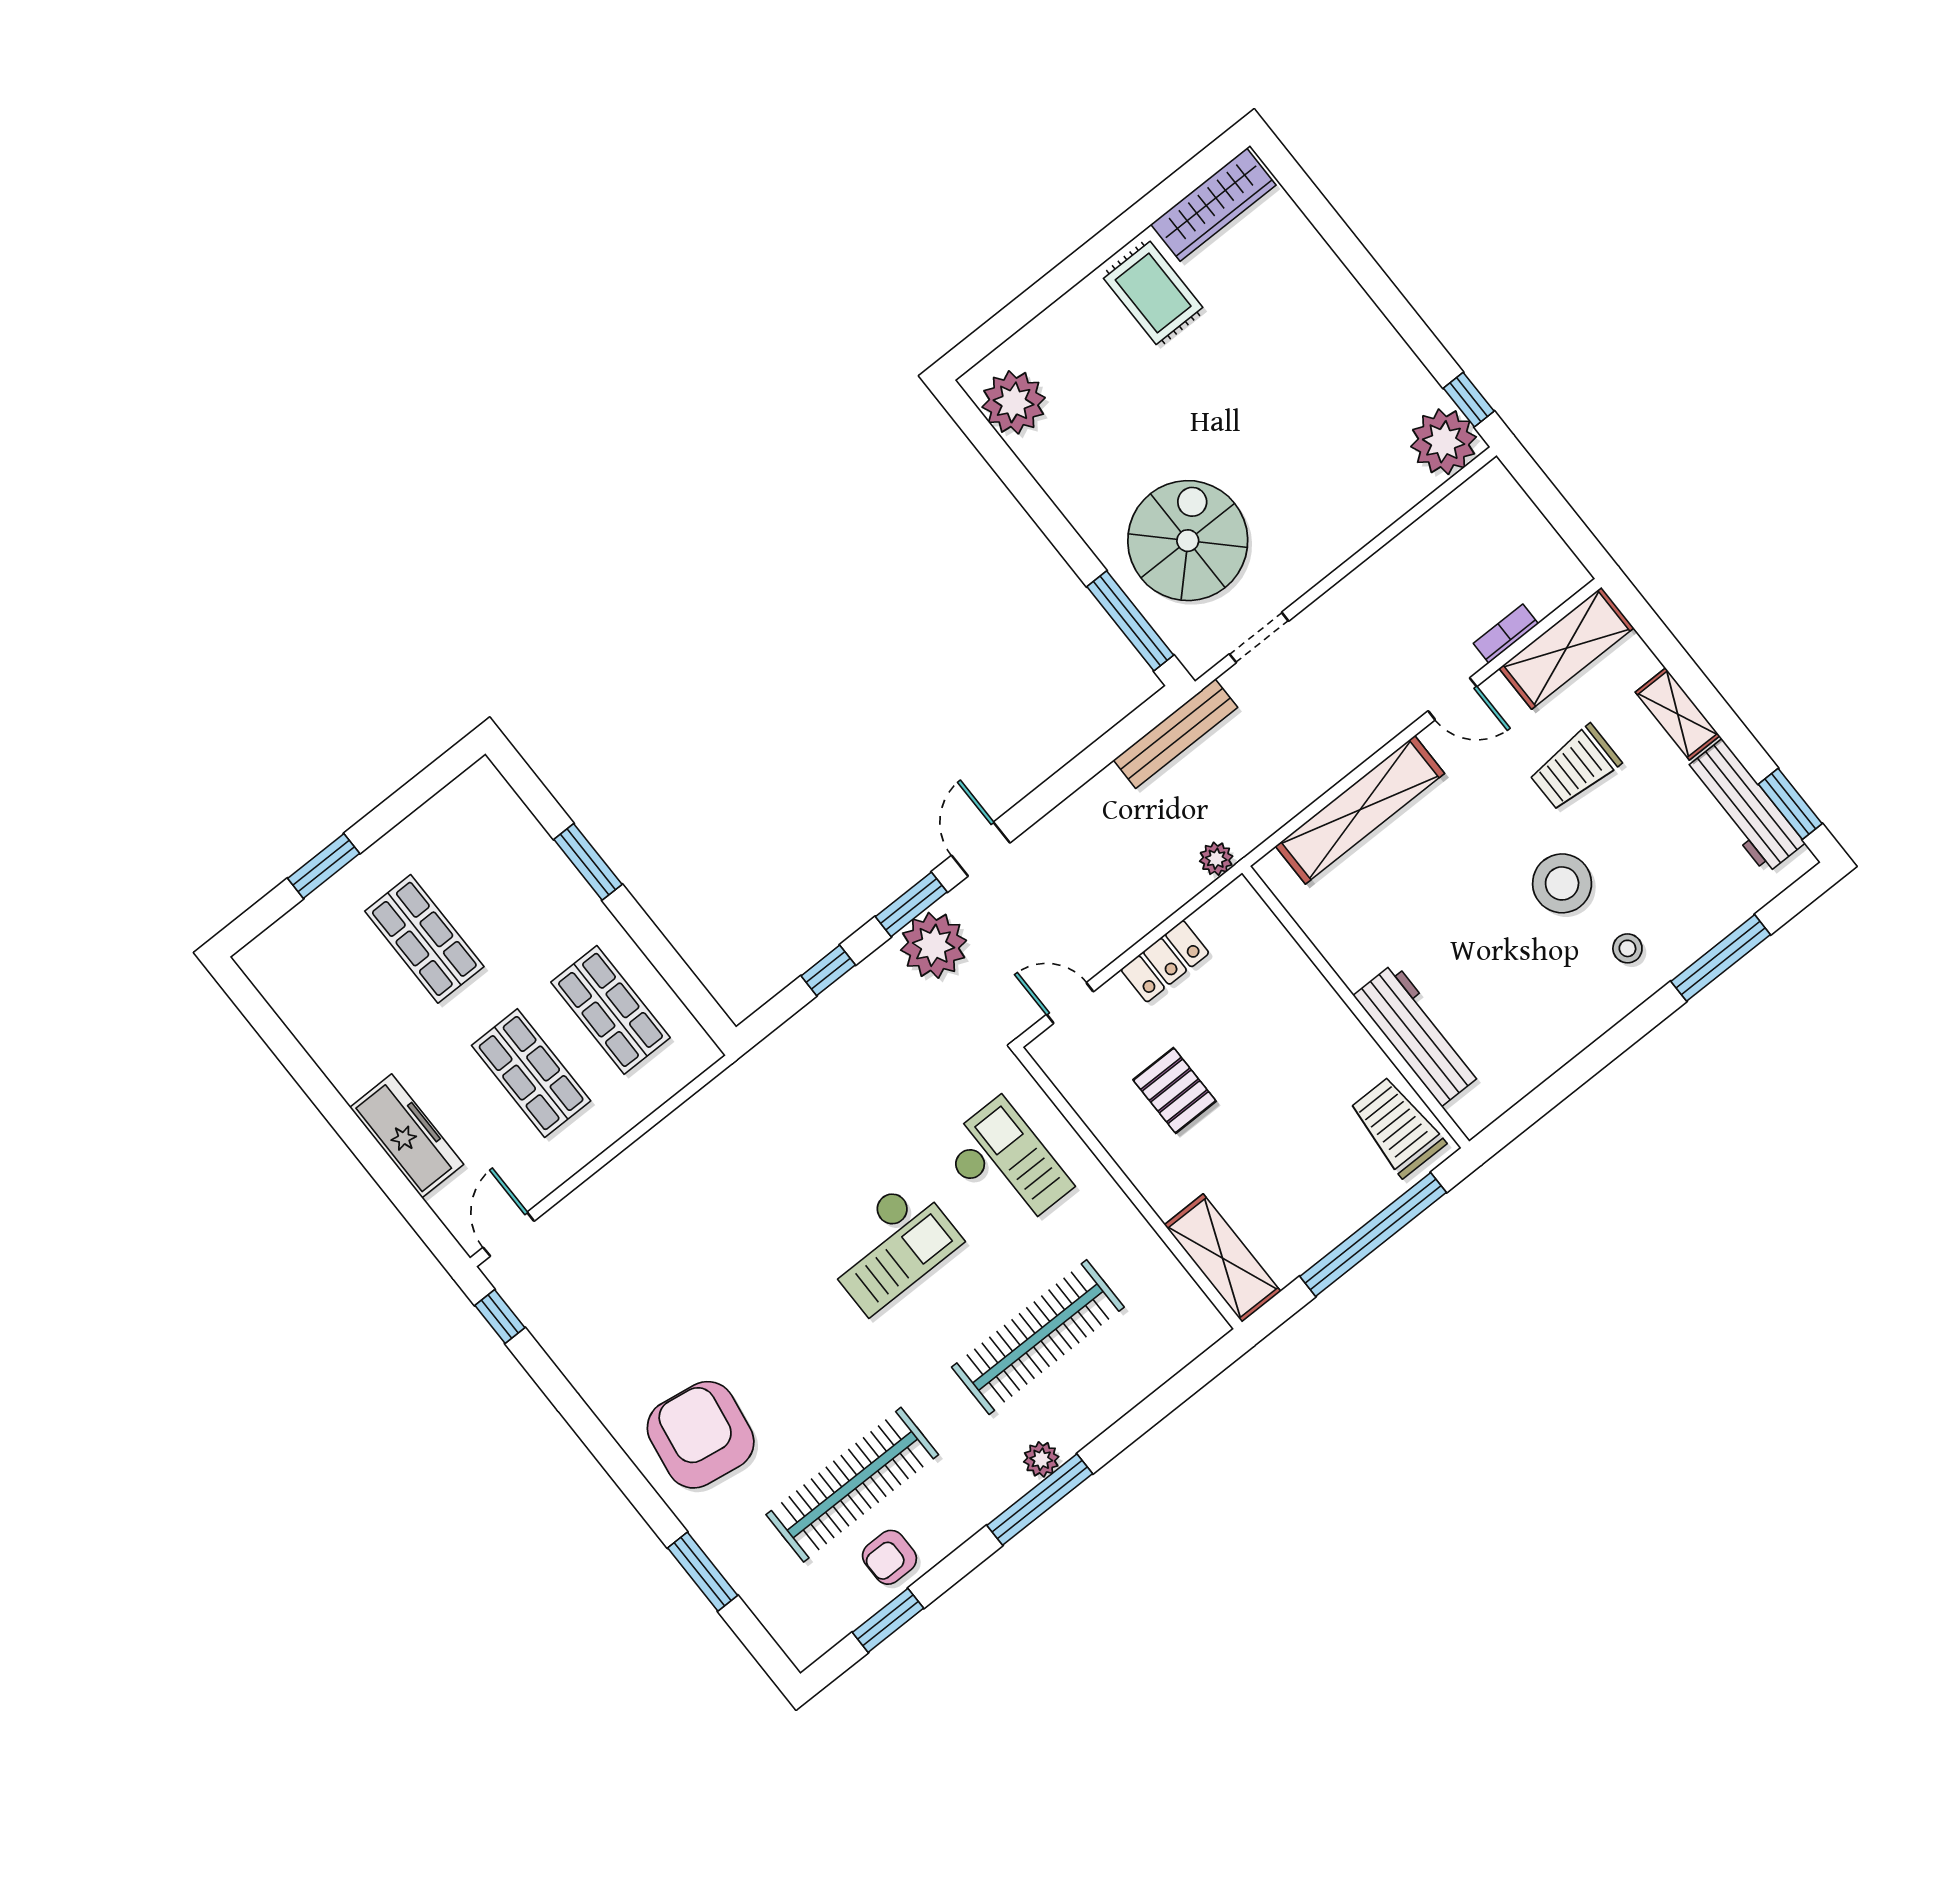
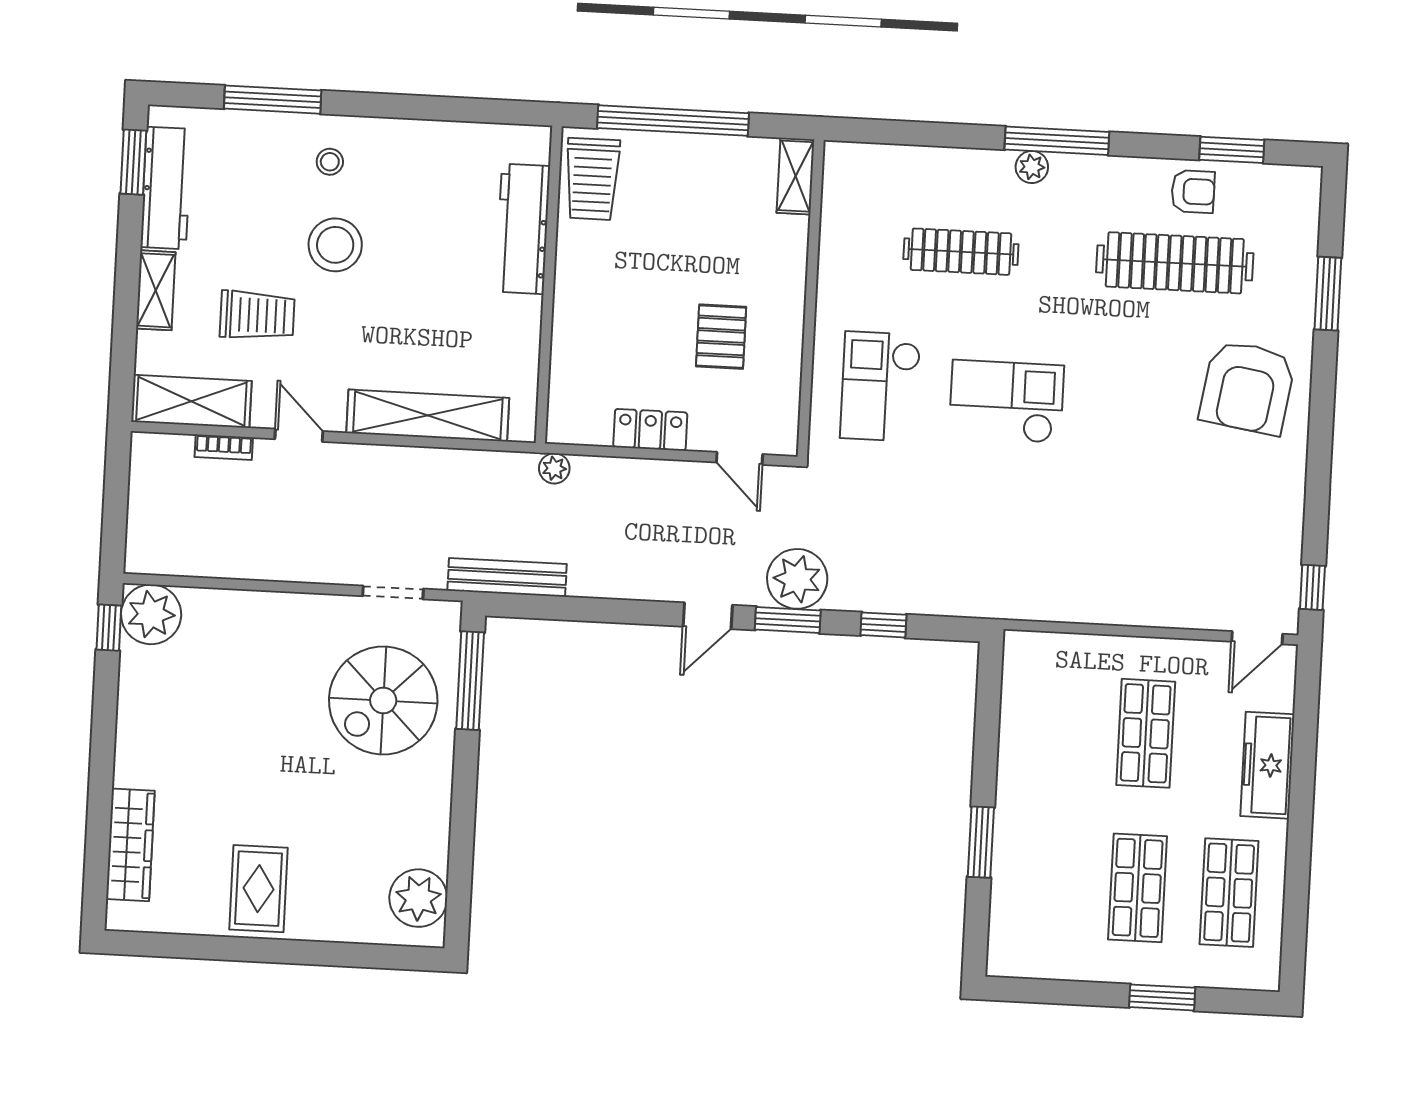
wardrobe: (1213, 205) -> (130, 845), moved, turned 90
shop shelf: (610, 1010) -> (1229, 893), moved
shelving: (1223, 1258) -> (796, 176), width x0.67, depth x0.75
clothes rail: (1038, 1337) -> (961, 252), width x0.73, depth x0.76

